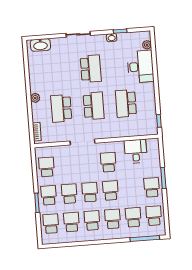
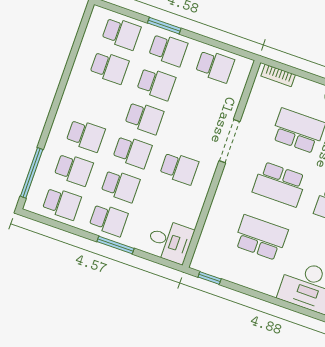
desk: (136, 151) -> (170, 241), moved
school desk: (92, 220) -> (120, 186), moved

